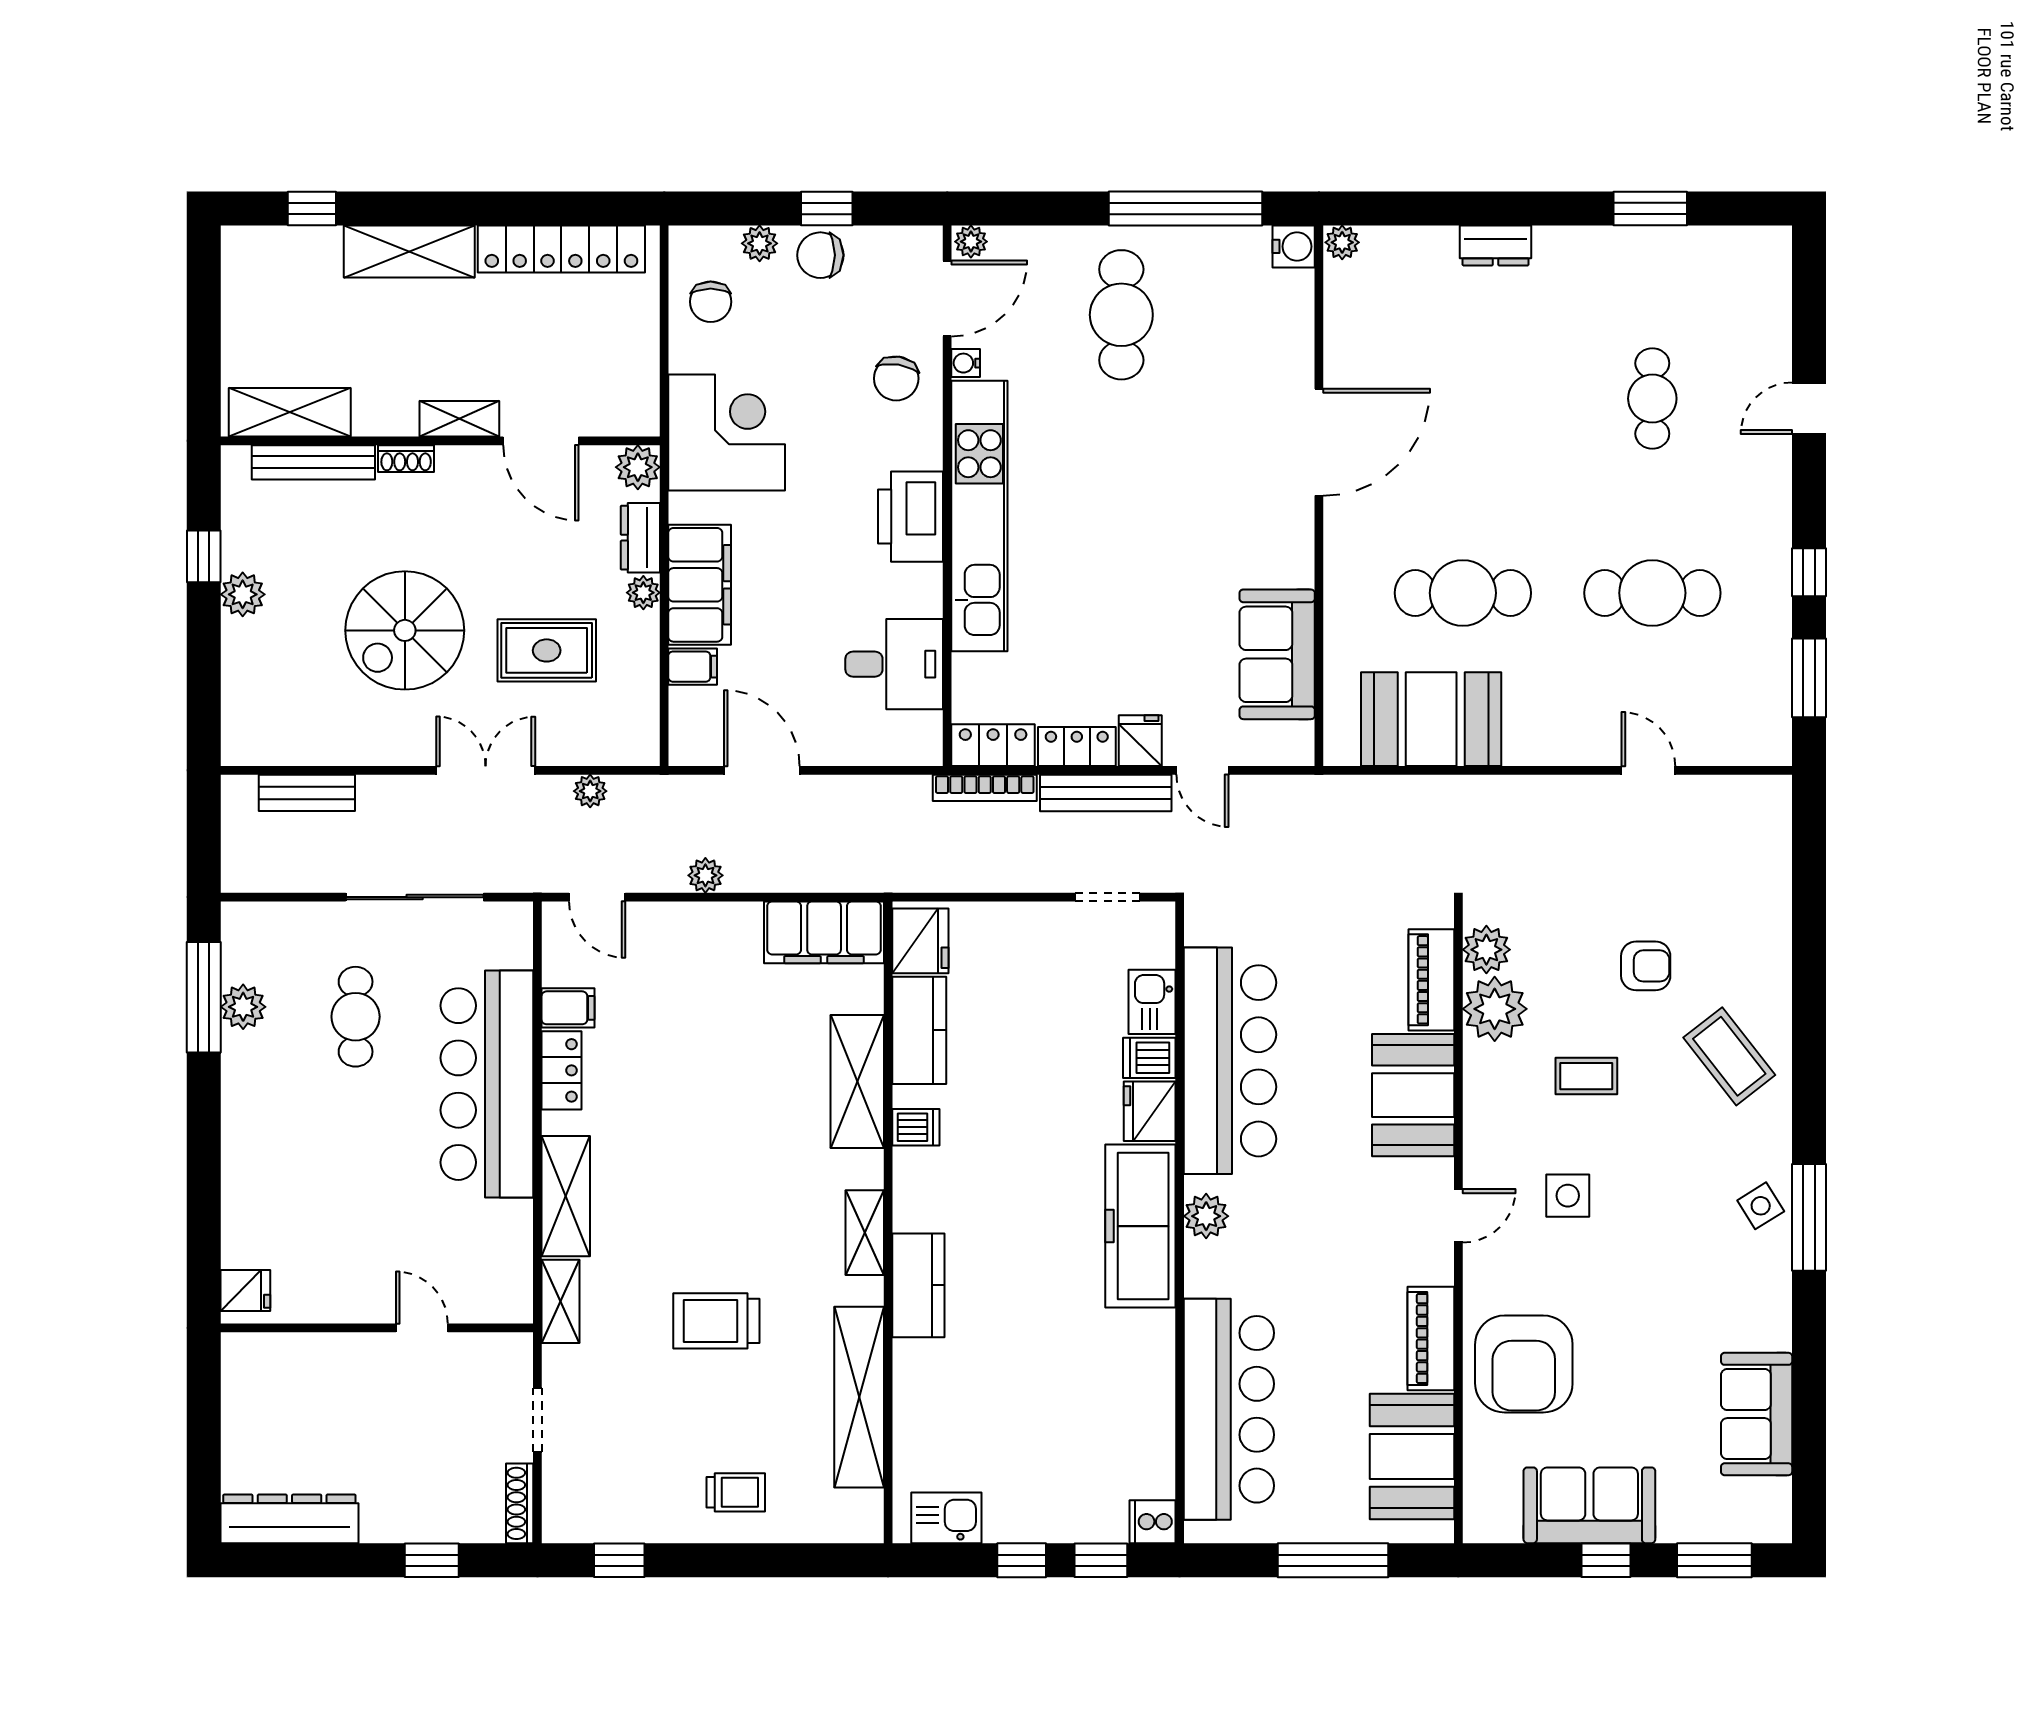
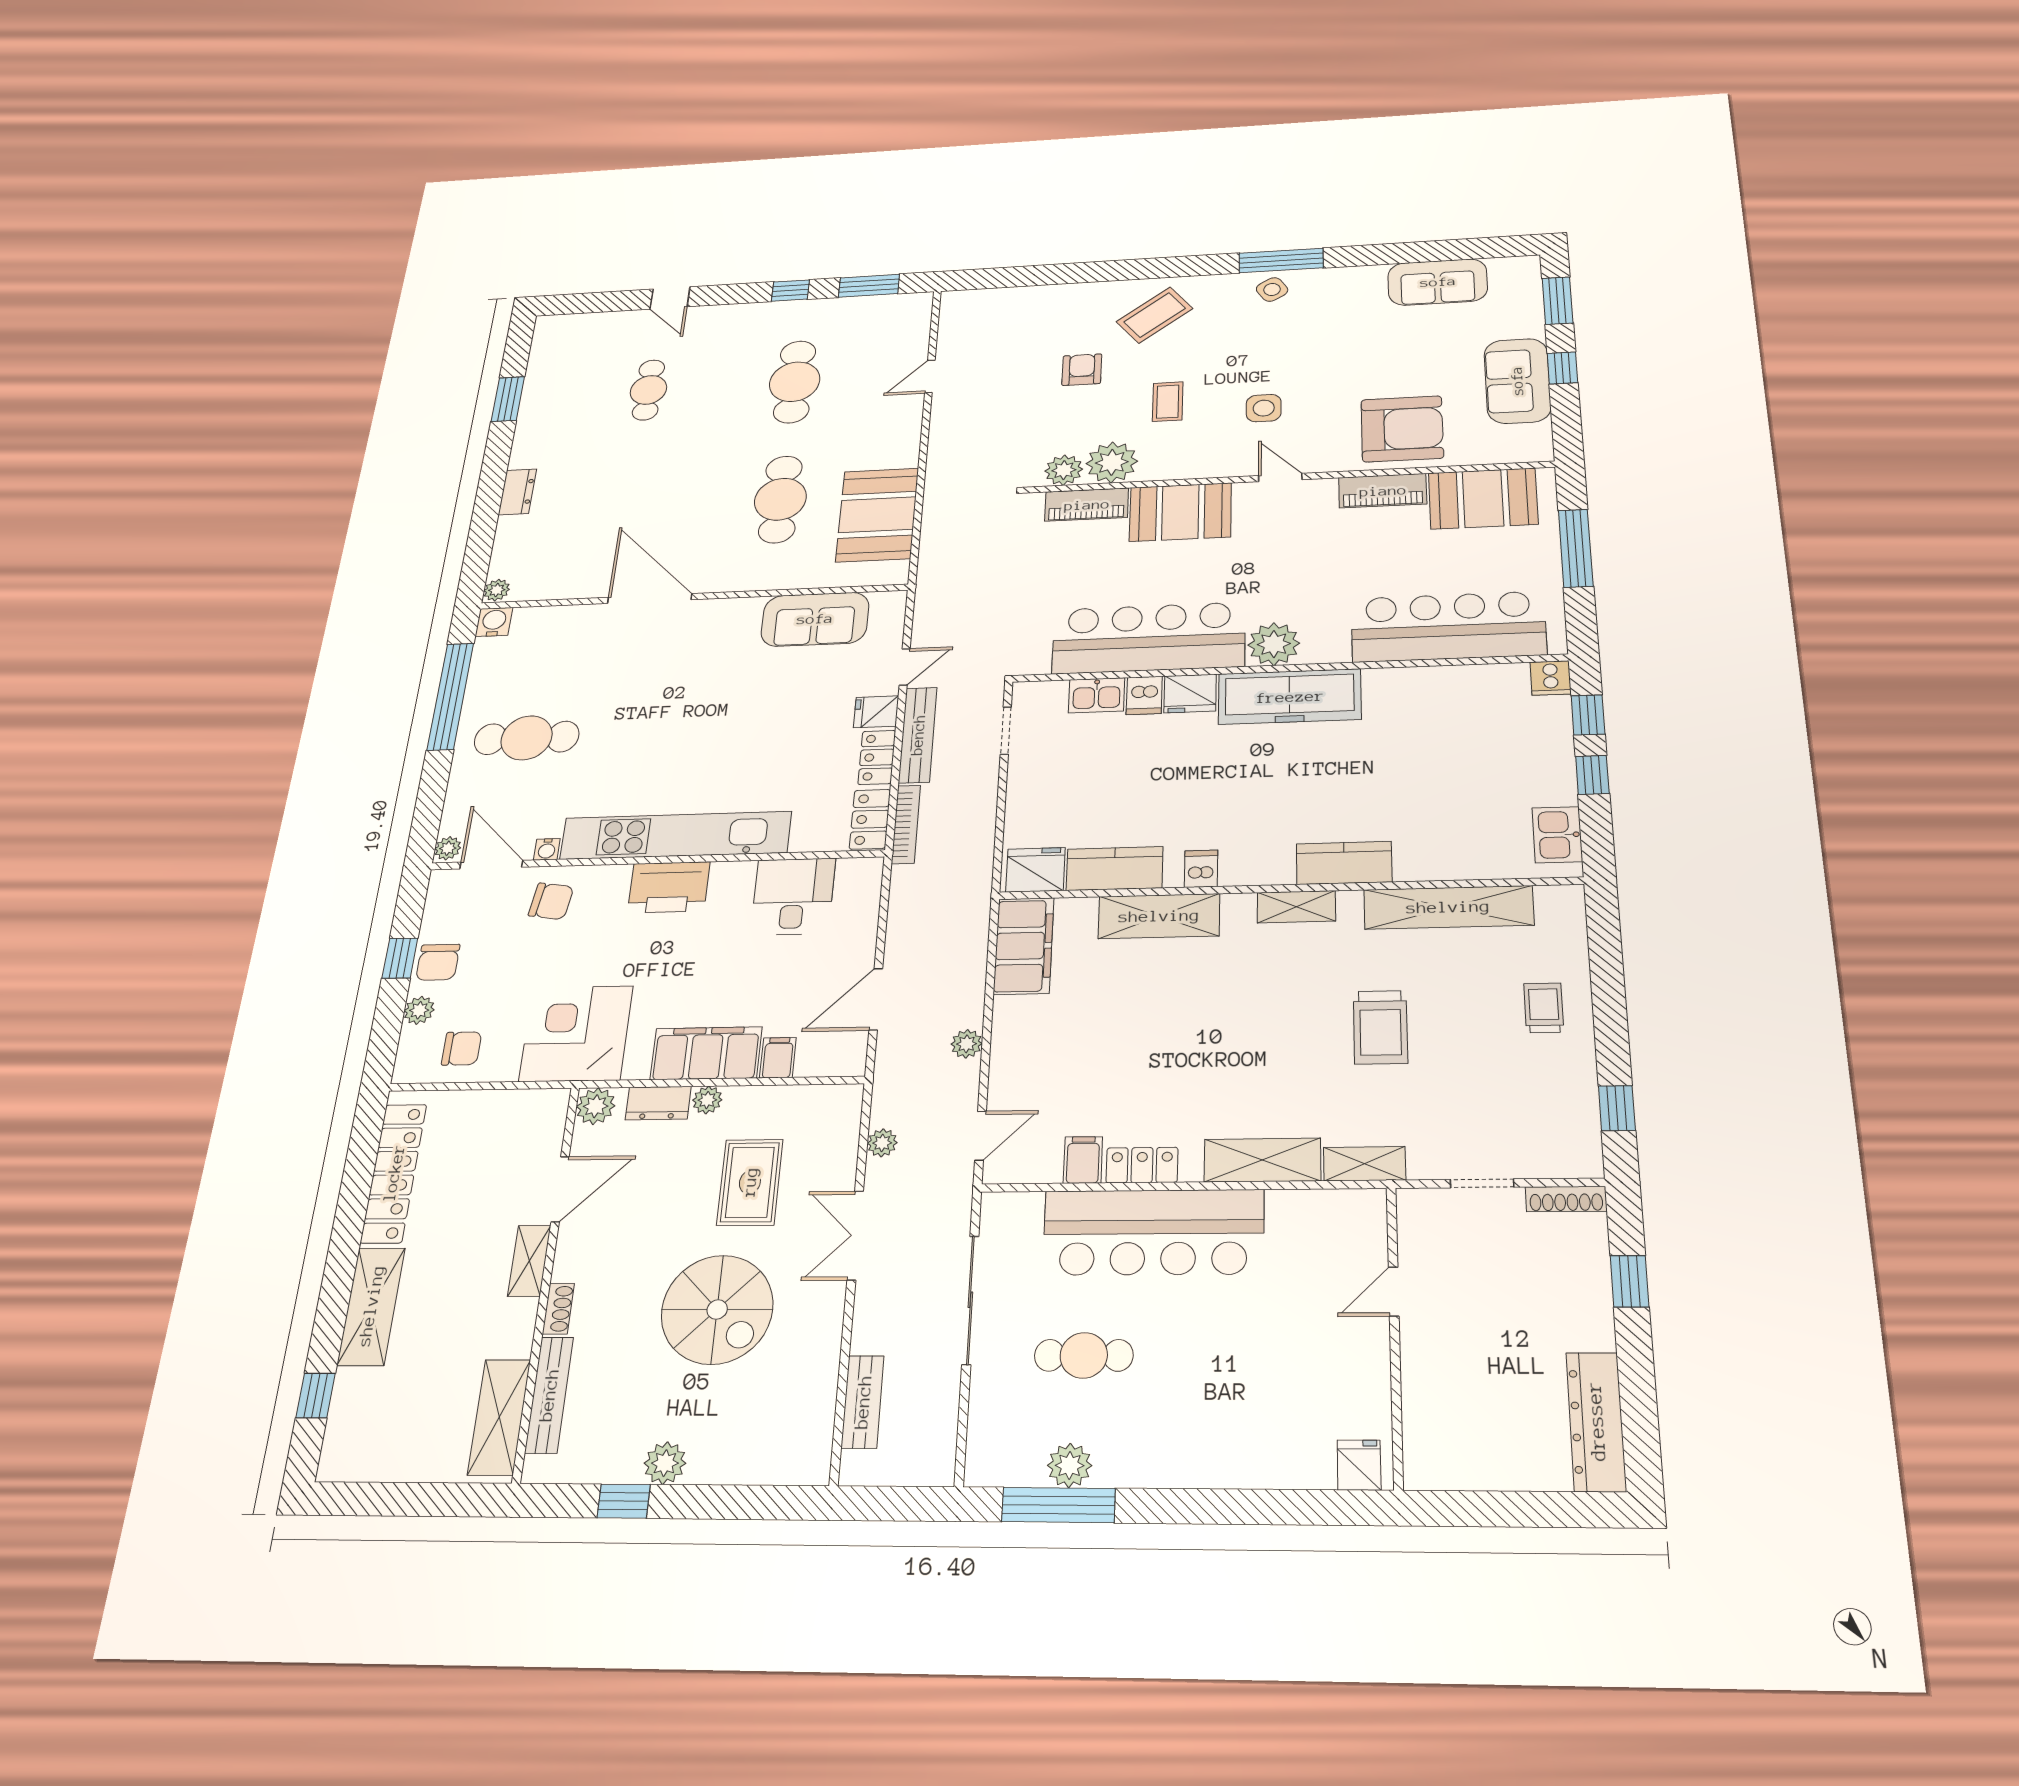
cafe table: (1652, 399) -> (648, 390), turned 90
plant: (1206, 1216) -> (1274, 644), width x1.36, depth x1.36

